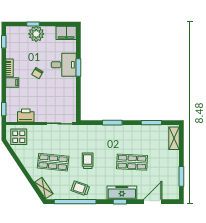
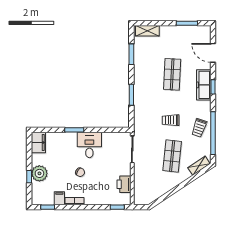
desk: (64, 65) -> (89, 145), moved
filing cabinet: (12, 82) -> (59, 198), moved
display table: (19, 137) -> (146, 191), removed

